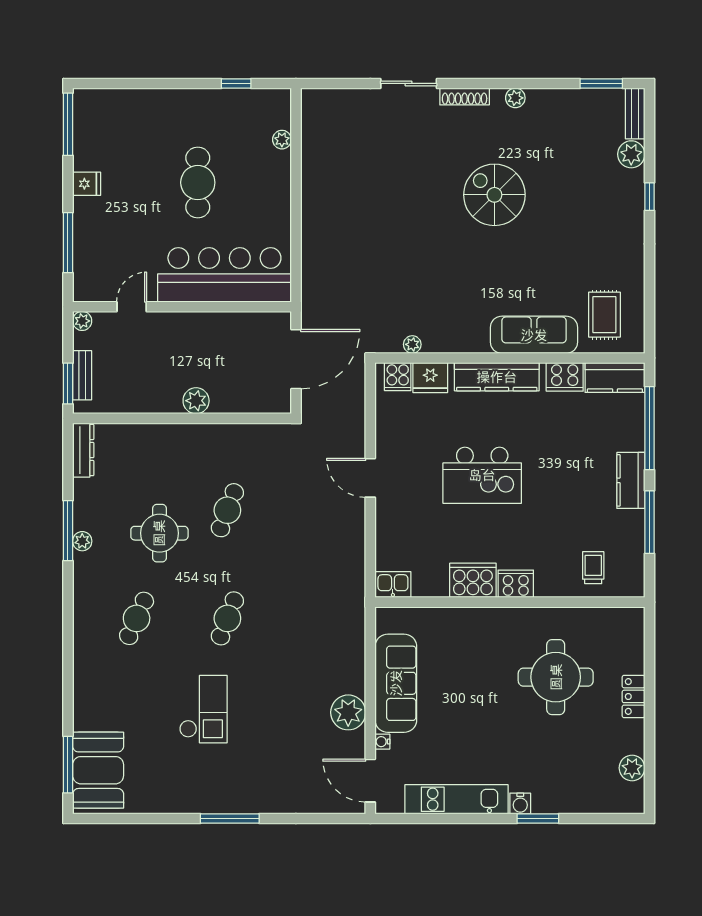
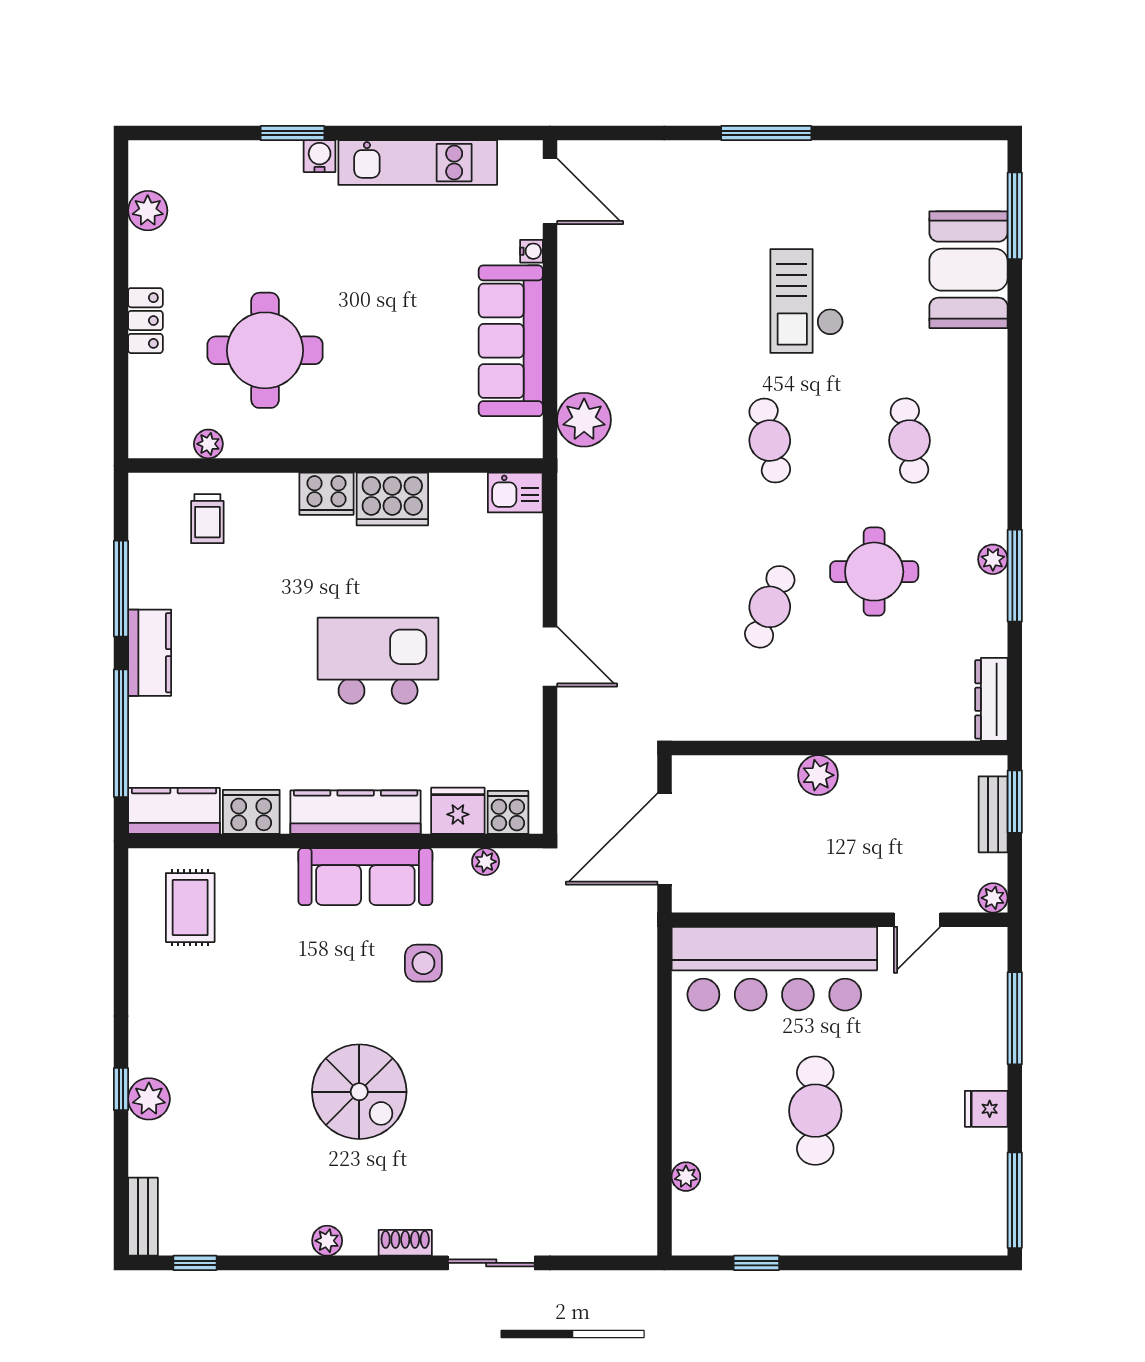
window: (601, 83) -> (195, 1263), width x0.67
shoe rack: (465, 97) -> (405, 1243), width x0.70
plant: (631, 154) -> (149, 1099), moved
side table: (453, 278) -> (423, 963), added
sofa: (534, 335) -> (365, 877), moved
plant: (593, 616) -> (208, 444), added
cafe table: (137, 618) -> (909, 441), turned -33
cafe table: (227, 618) -> (770, 441), turned -33
plant: (348, 712) -> (584, 420), moved
booth: (98, 770) -> (968, 270), moved

